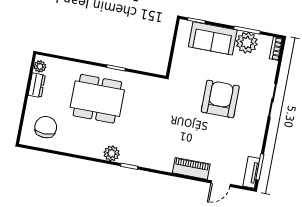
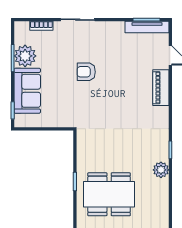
bookcase: (276, 49) -> (41, 26), moved
dining table: (97, 99) -> (109, 194), turned 90
armchair: (220, 99) -> (86, 72), width x0.53, depth x0.53
tv unit: (251, 172) -> (147, 27), width x1.41

